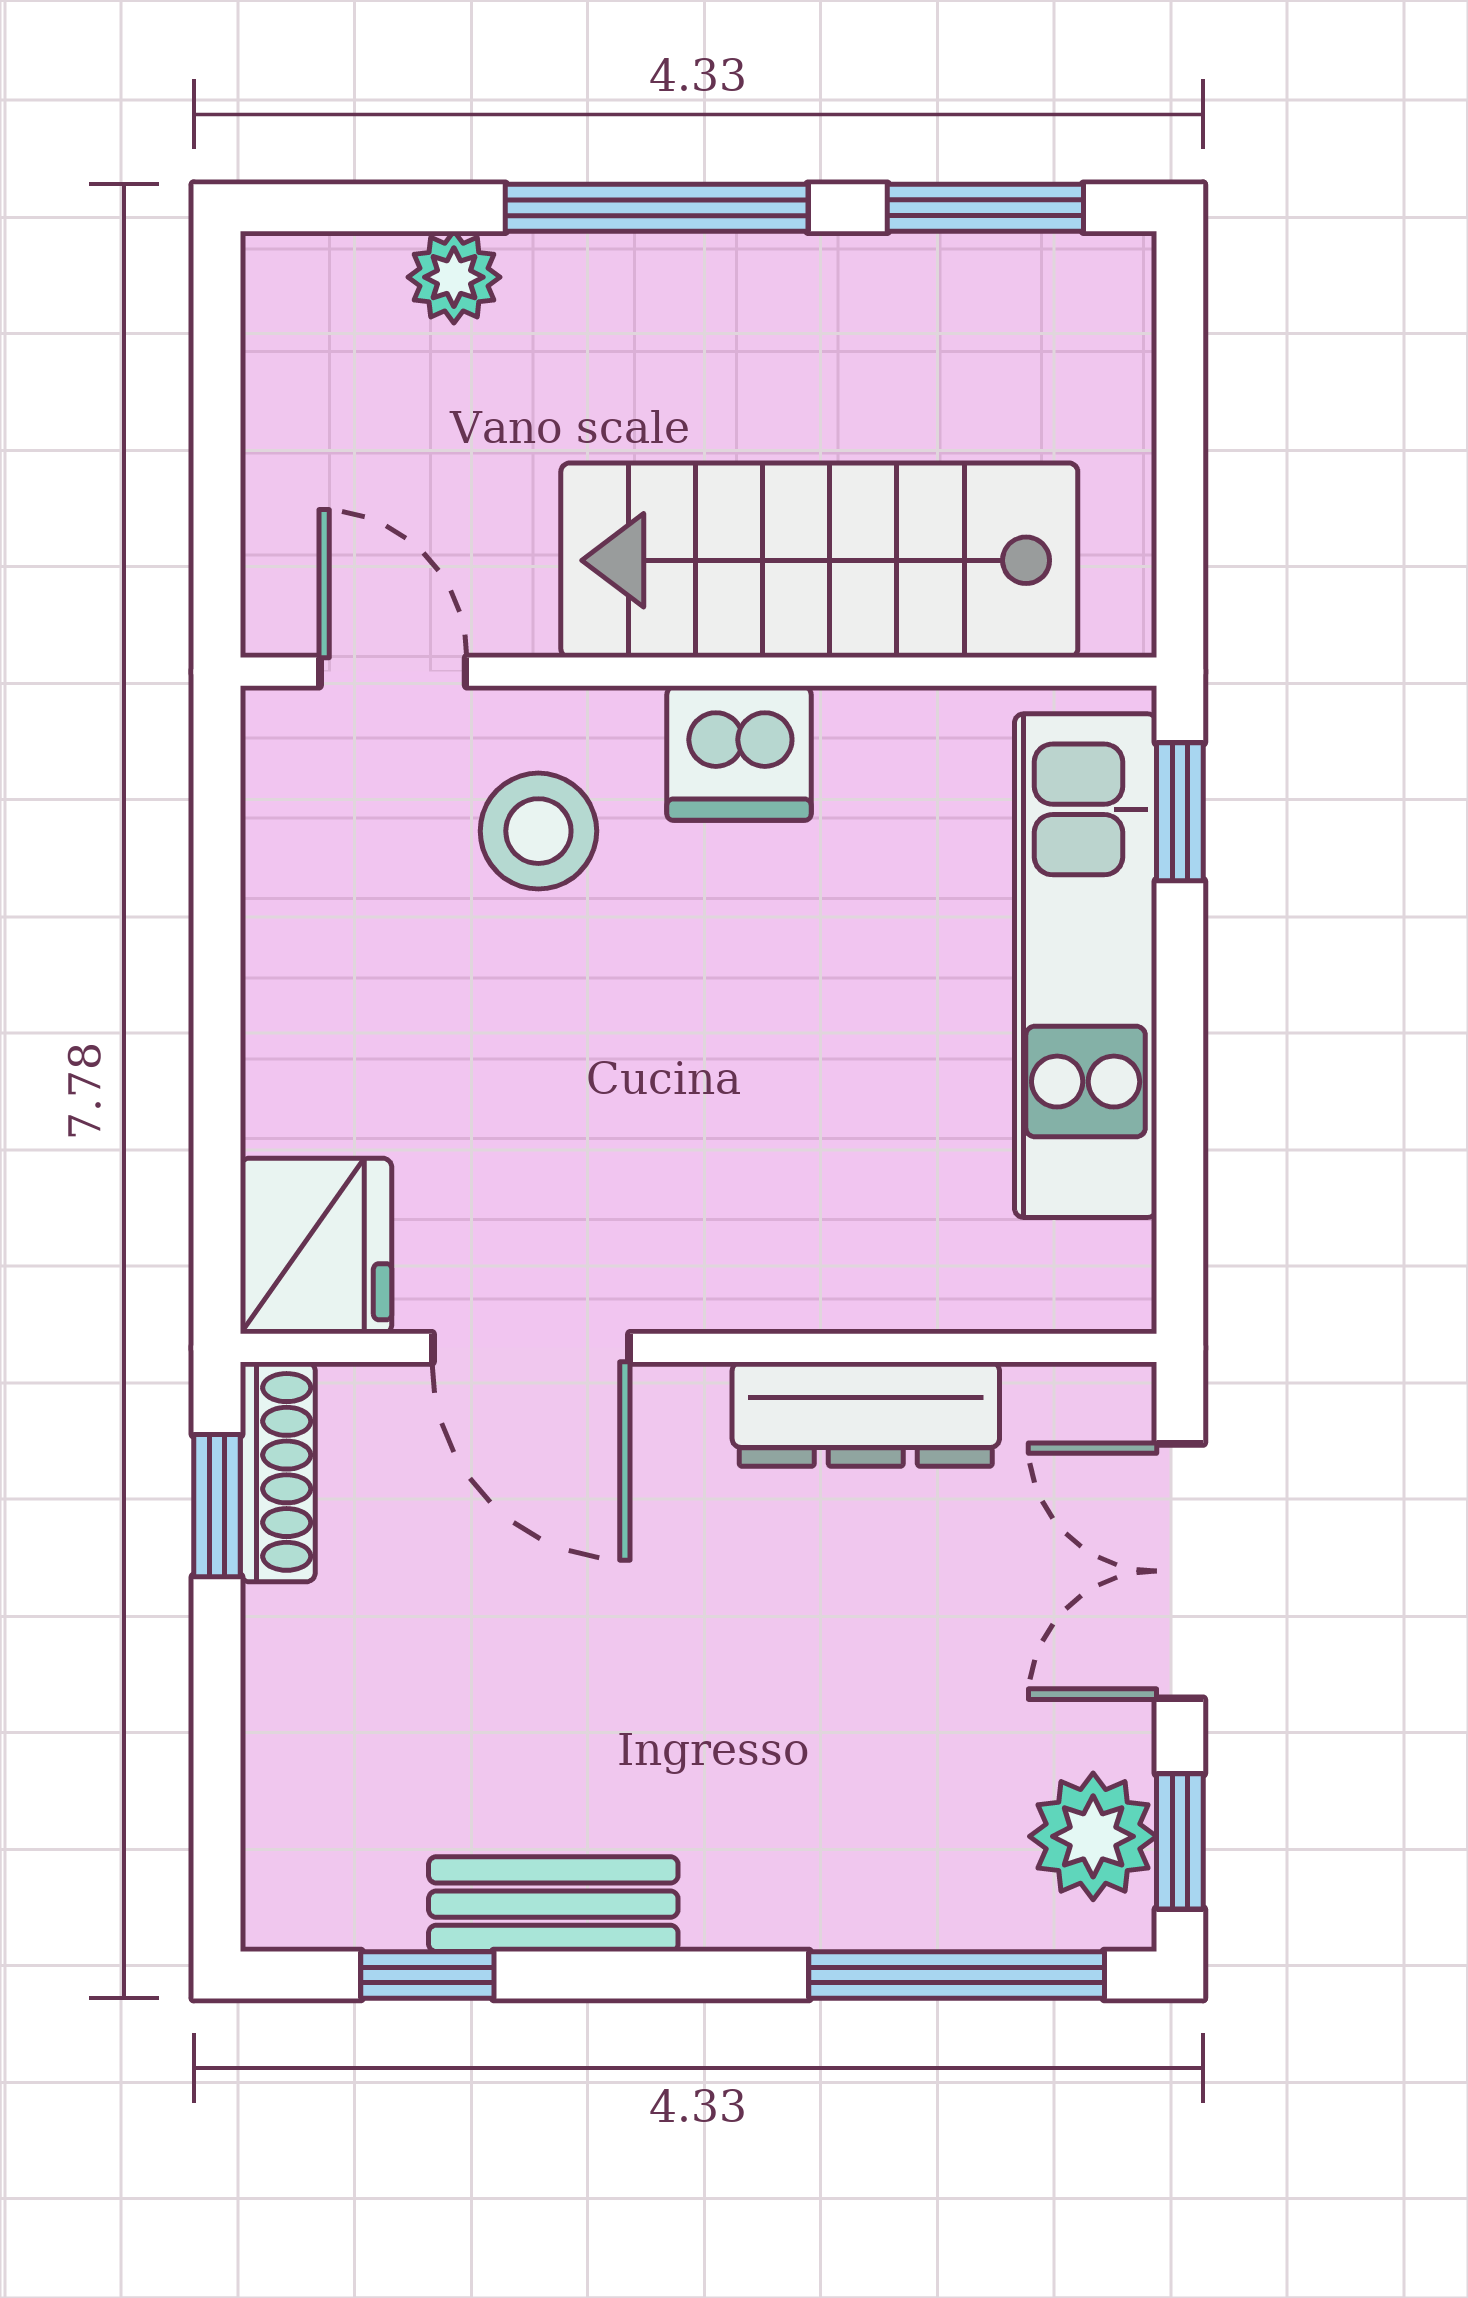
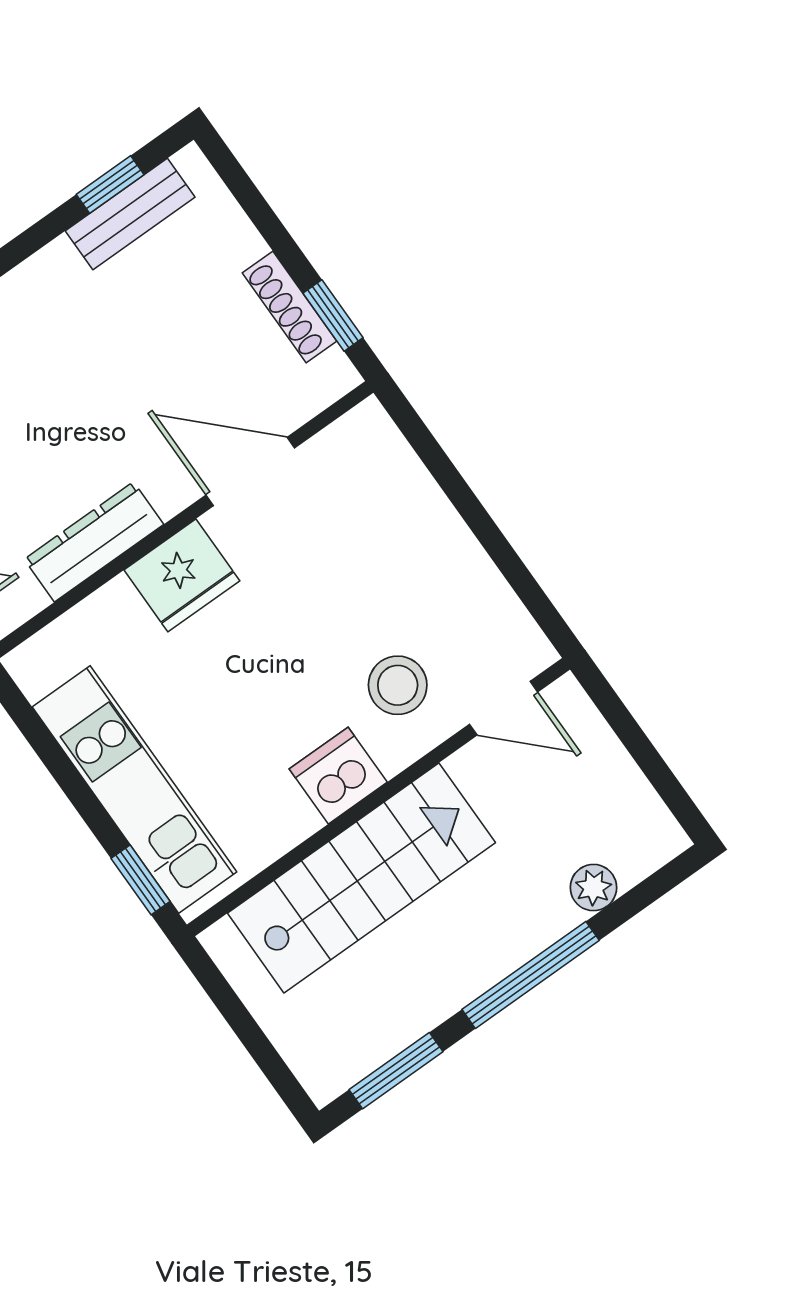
fridge: (316, 1246) -> (182, 575), moved, turned -90
shoe rack: (278, 1472) -> (290, 307), moved
bench: (553, 1904) -> (130, 214), moved

